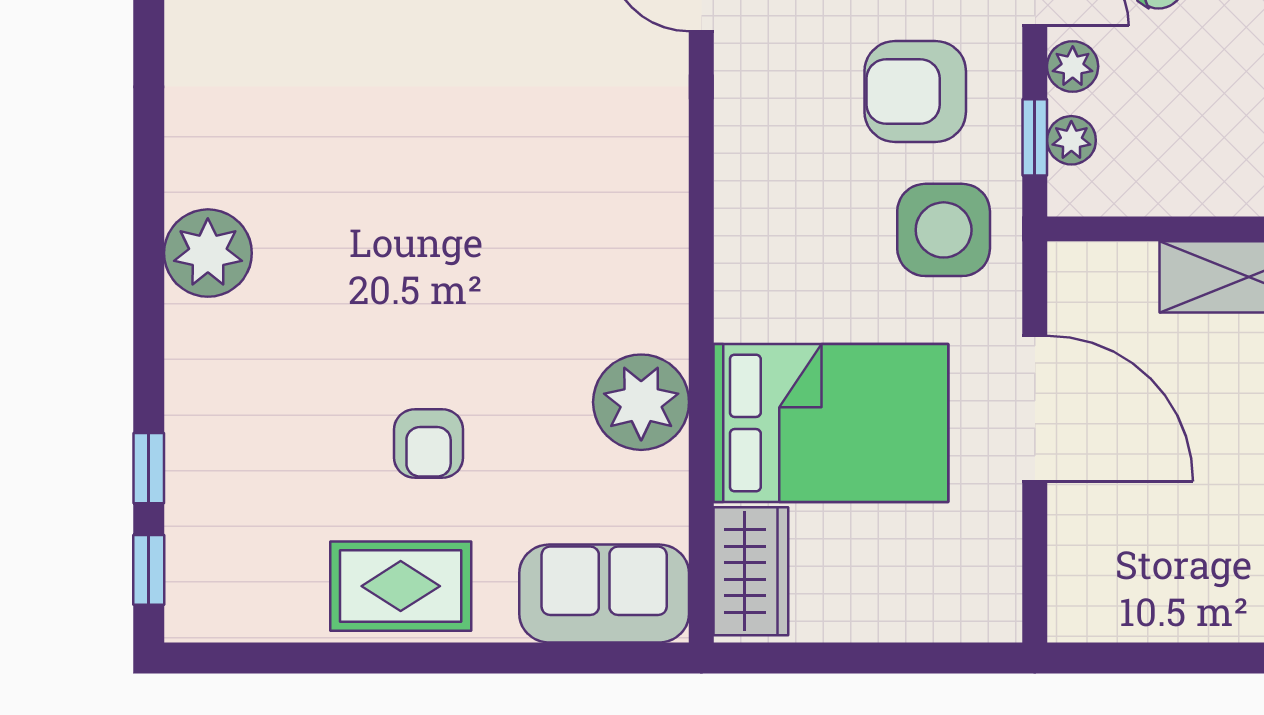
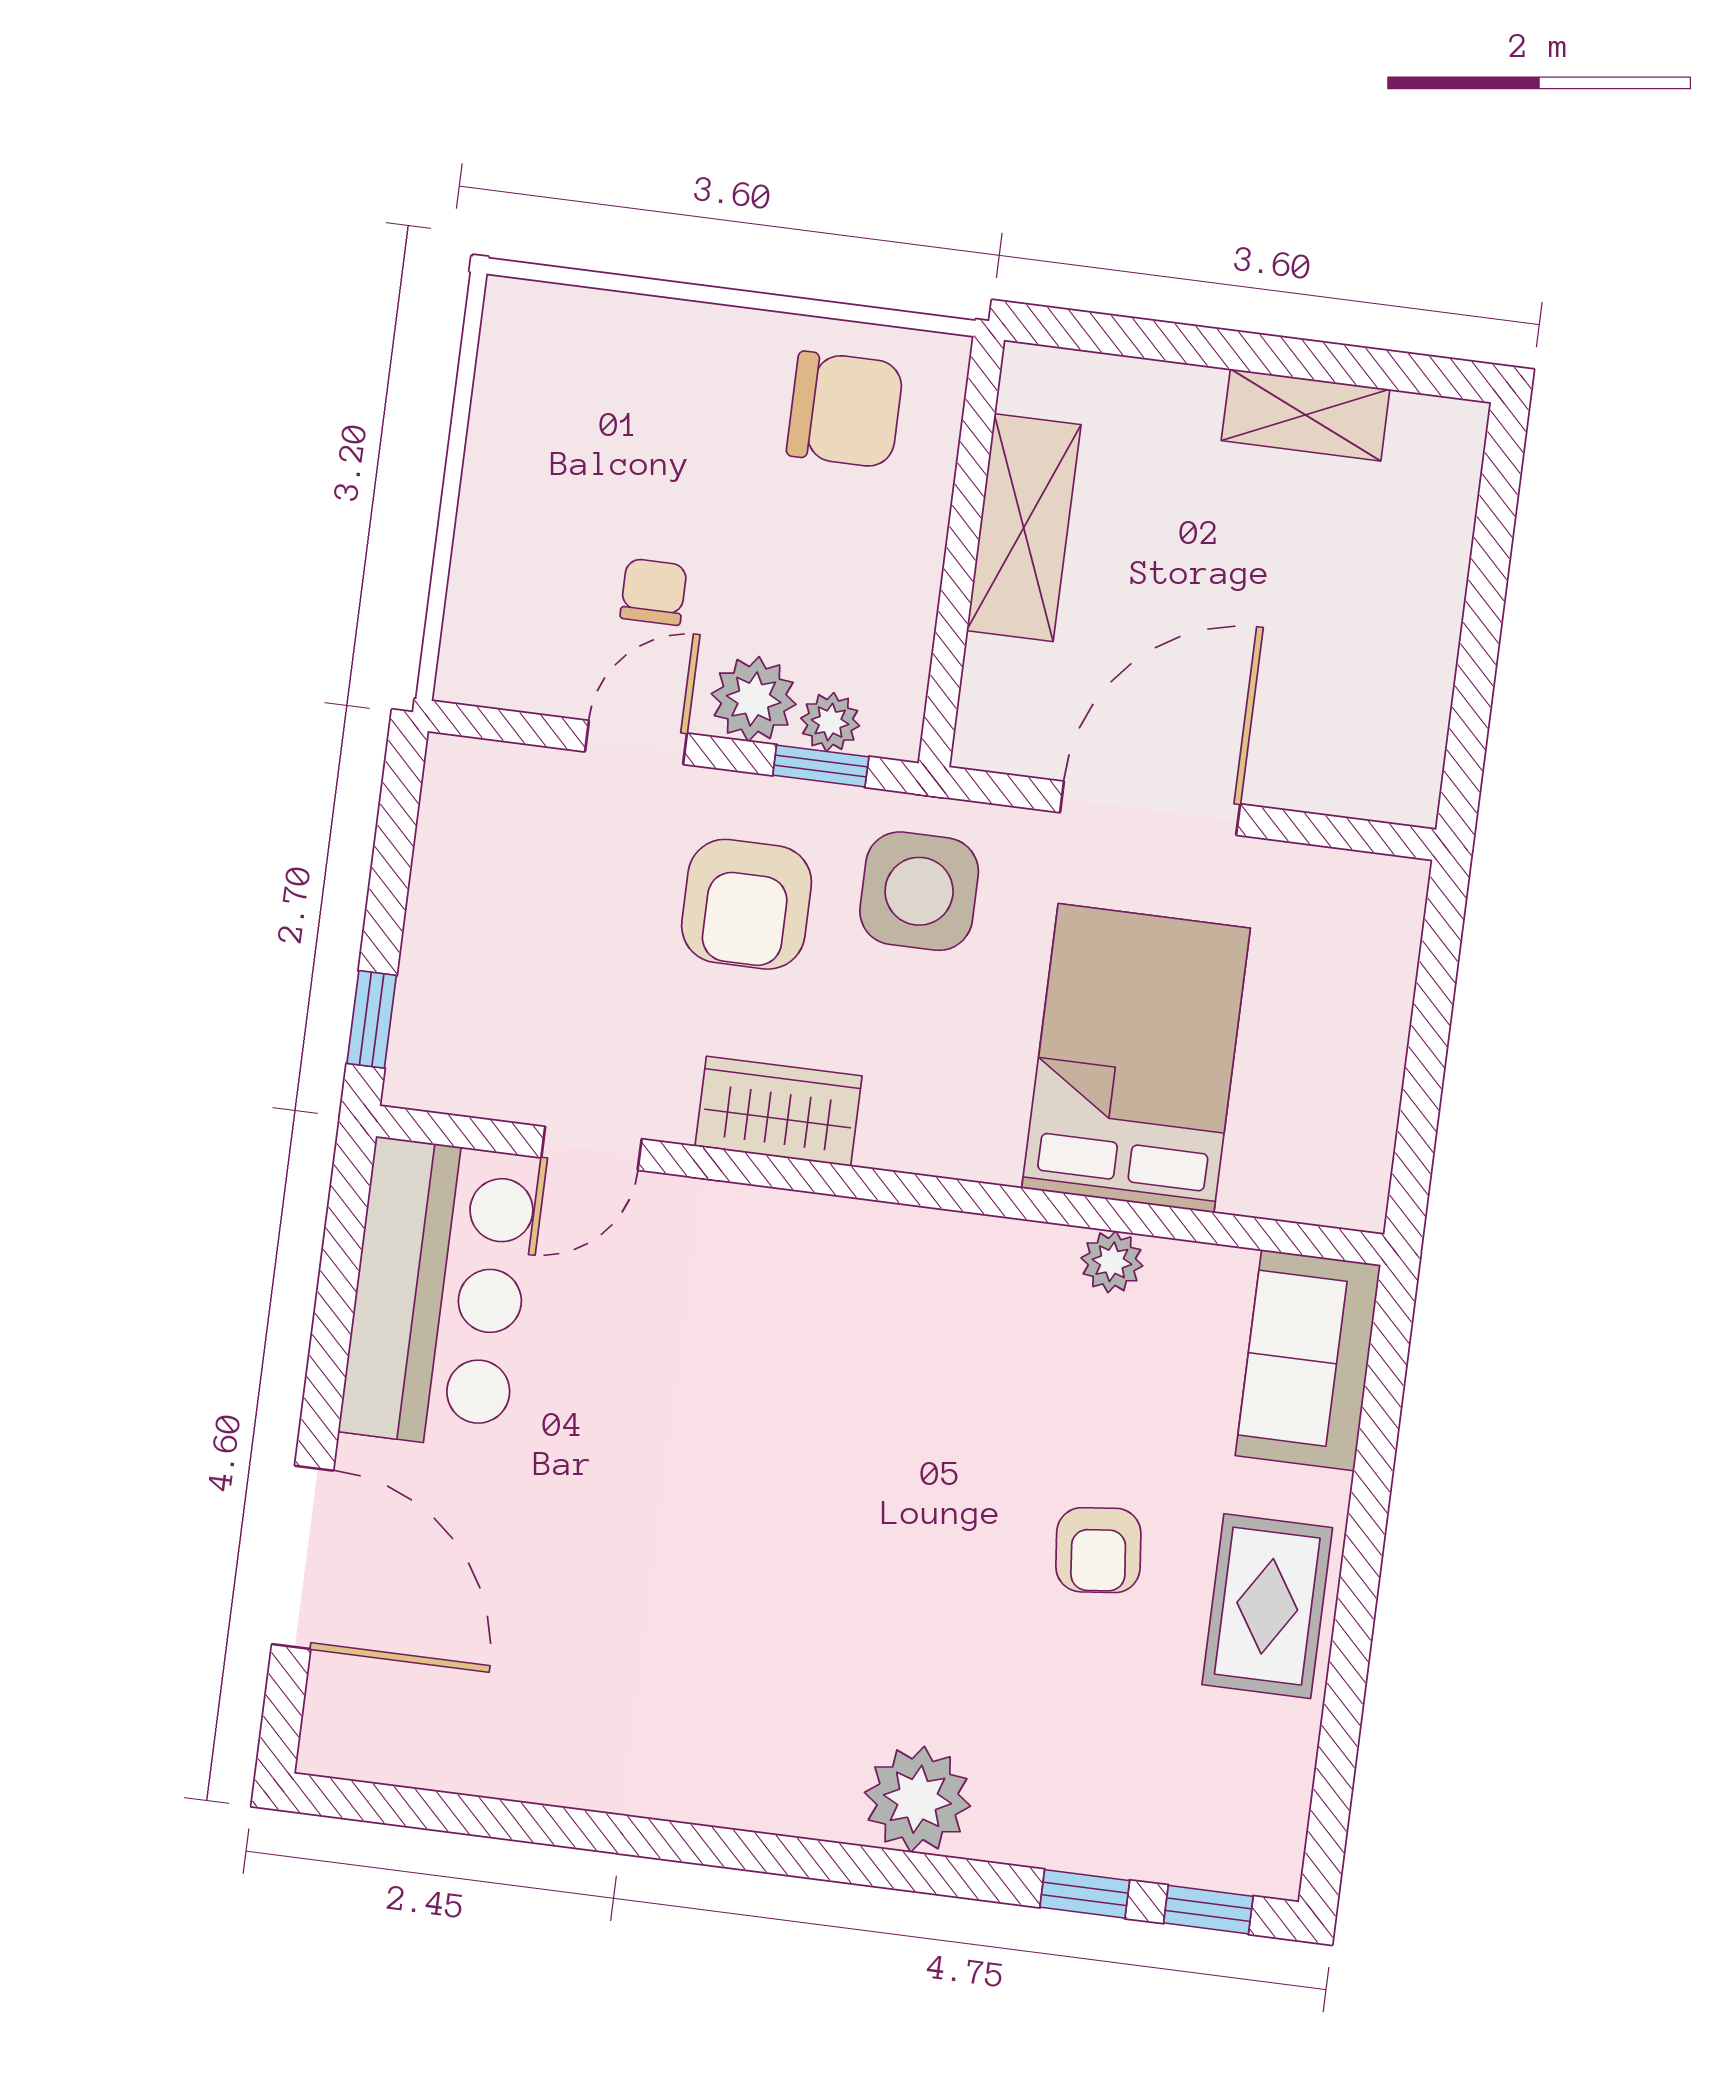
plant: (1073, 66) -> (754, 699), width x1.38, depth x1.38
plant: (208, 253) -> (918, 1799), moved
plant: (641, 402) -> (1112, 1262), width x0.53, depth x0.53
armchair: (429, 444) -> (1098, 1550), turned 84
wardrobe: (751, 571) -> (778, 1111), moved

